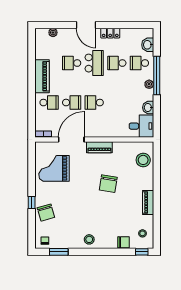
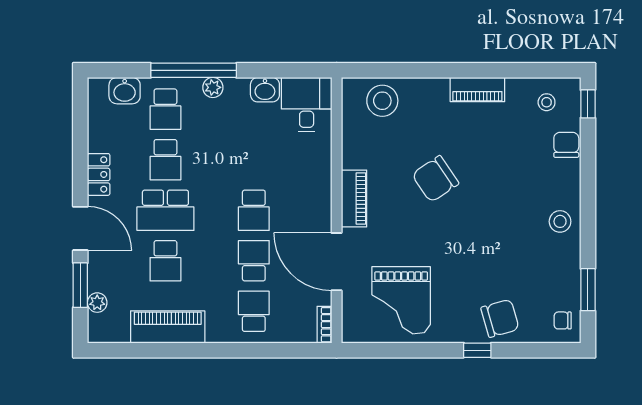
window: (61, 25) -> (80, 285), added
door: (86, 25) -> (80, 228), hinge flipped
school desk: (94, 63) -> (165, 210), turned 180
piano: (42, 76) -> (168, 327), moved
chair: (108, 184) -> (435, 179), turned 137

